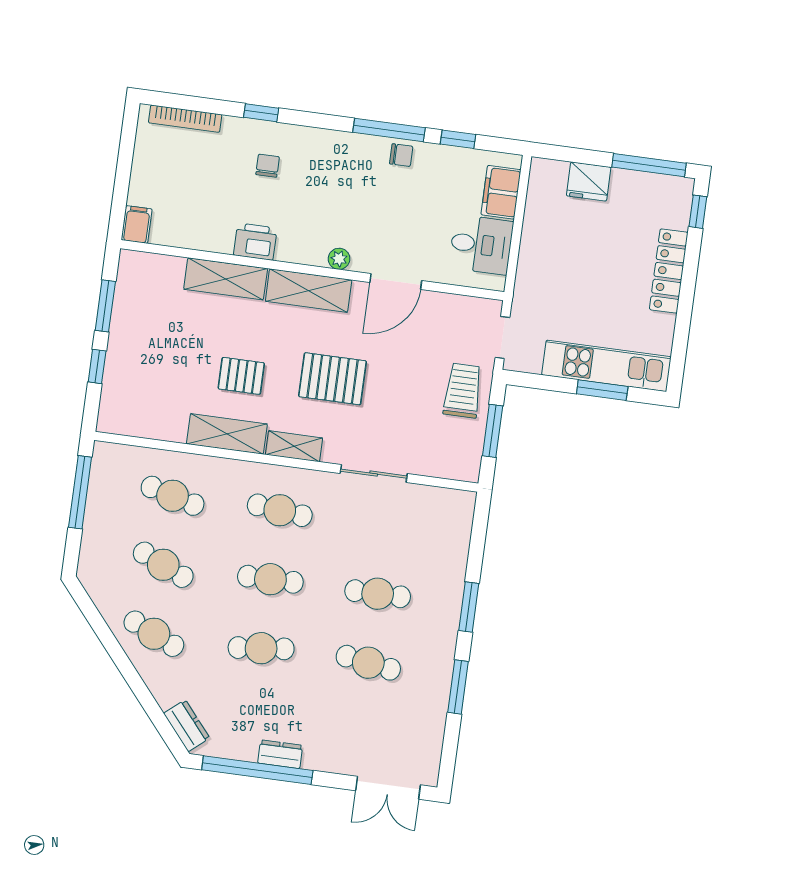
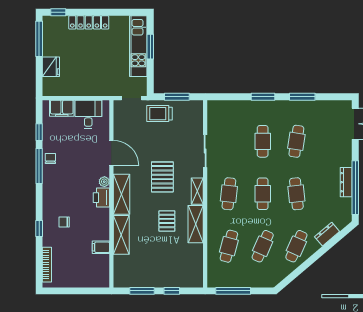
filing cabinet: (137, 224) -> (101, 247), moved
printer: (255, 242) -> (101, 198), moved
dresser: (187, 726) -> (327, 234), moved
dresser: (280, 754) -> (346, 182), width x1.44

